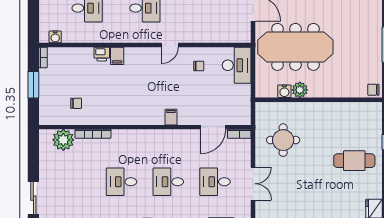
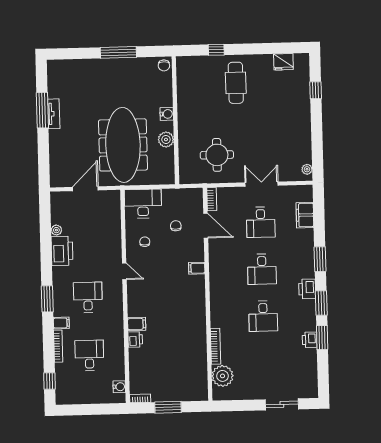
water cooler: (284, 91) -> (167, 114), moved
chair: (76, 103) -> (176, 226), moved

